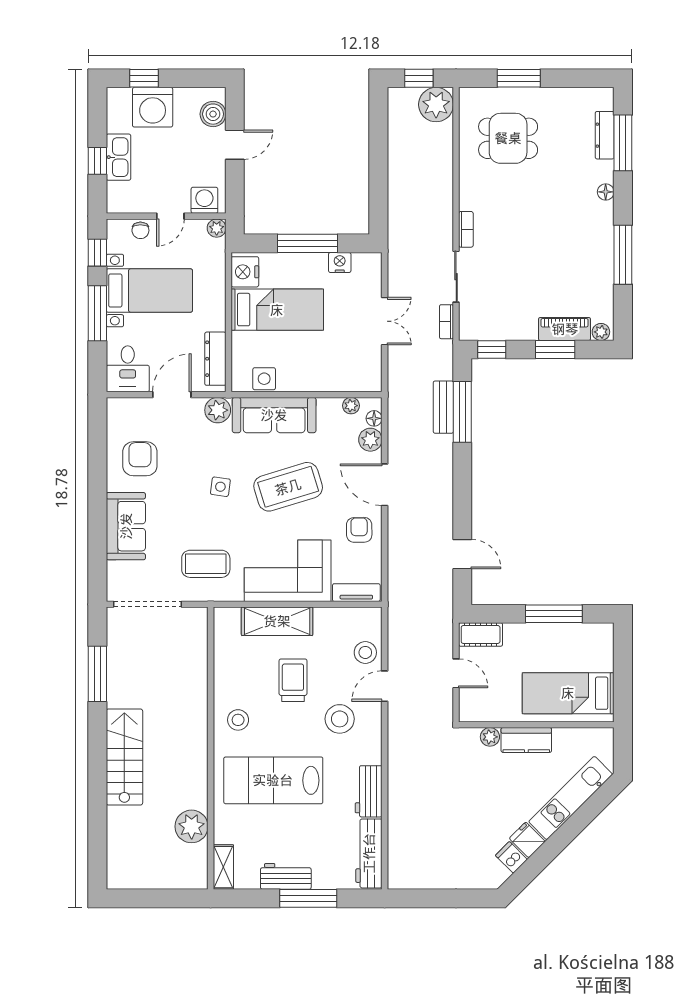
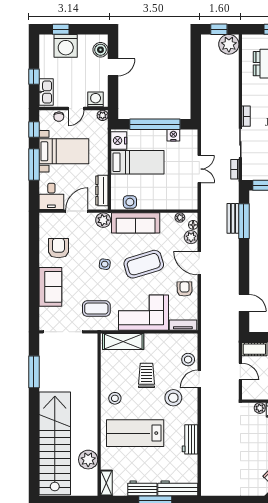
kitchen sink: (118, 157) -> (46, 92), moved
window: (308, 243) -> (155, 124), width x1.46
shelving: (277, 621) -> (123, 342), moved
stairs: (124, 757) -> (55, 443), width x1.86, depth x1.51
workbench: (369, 853) -> (178, 488), moved, turned 90

